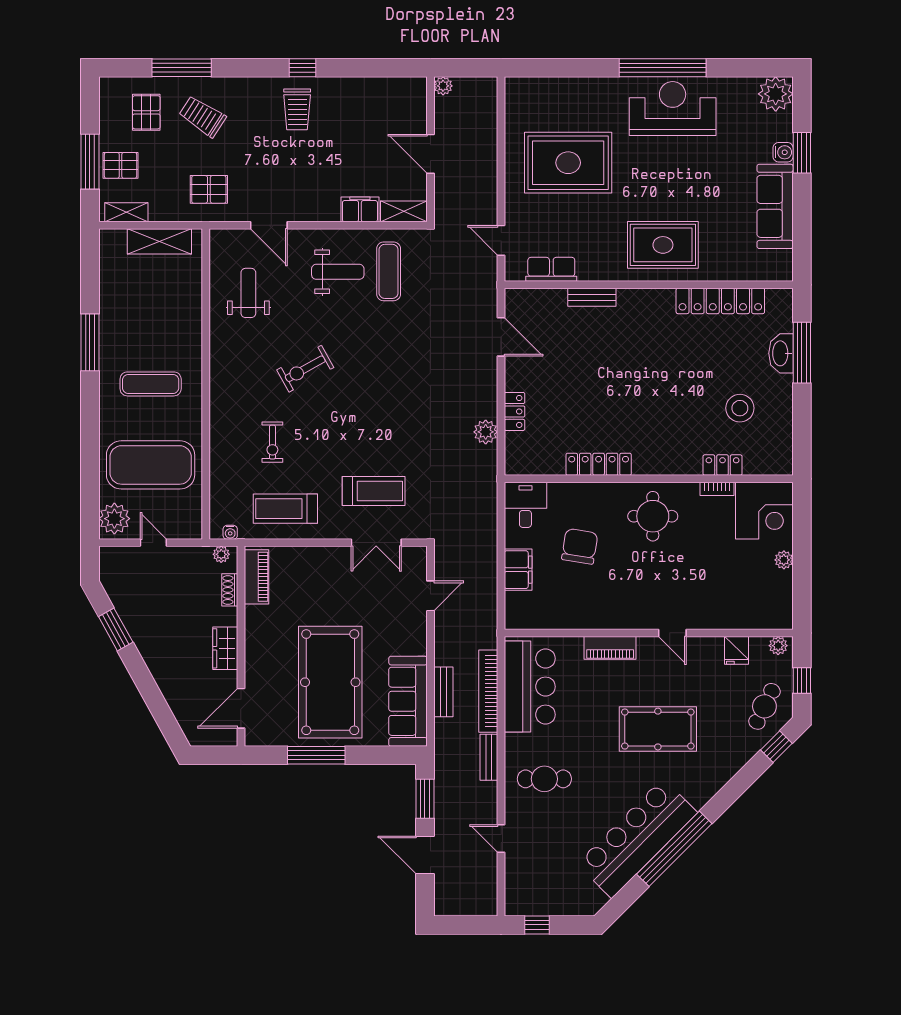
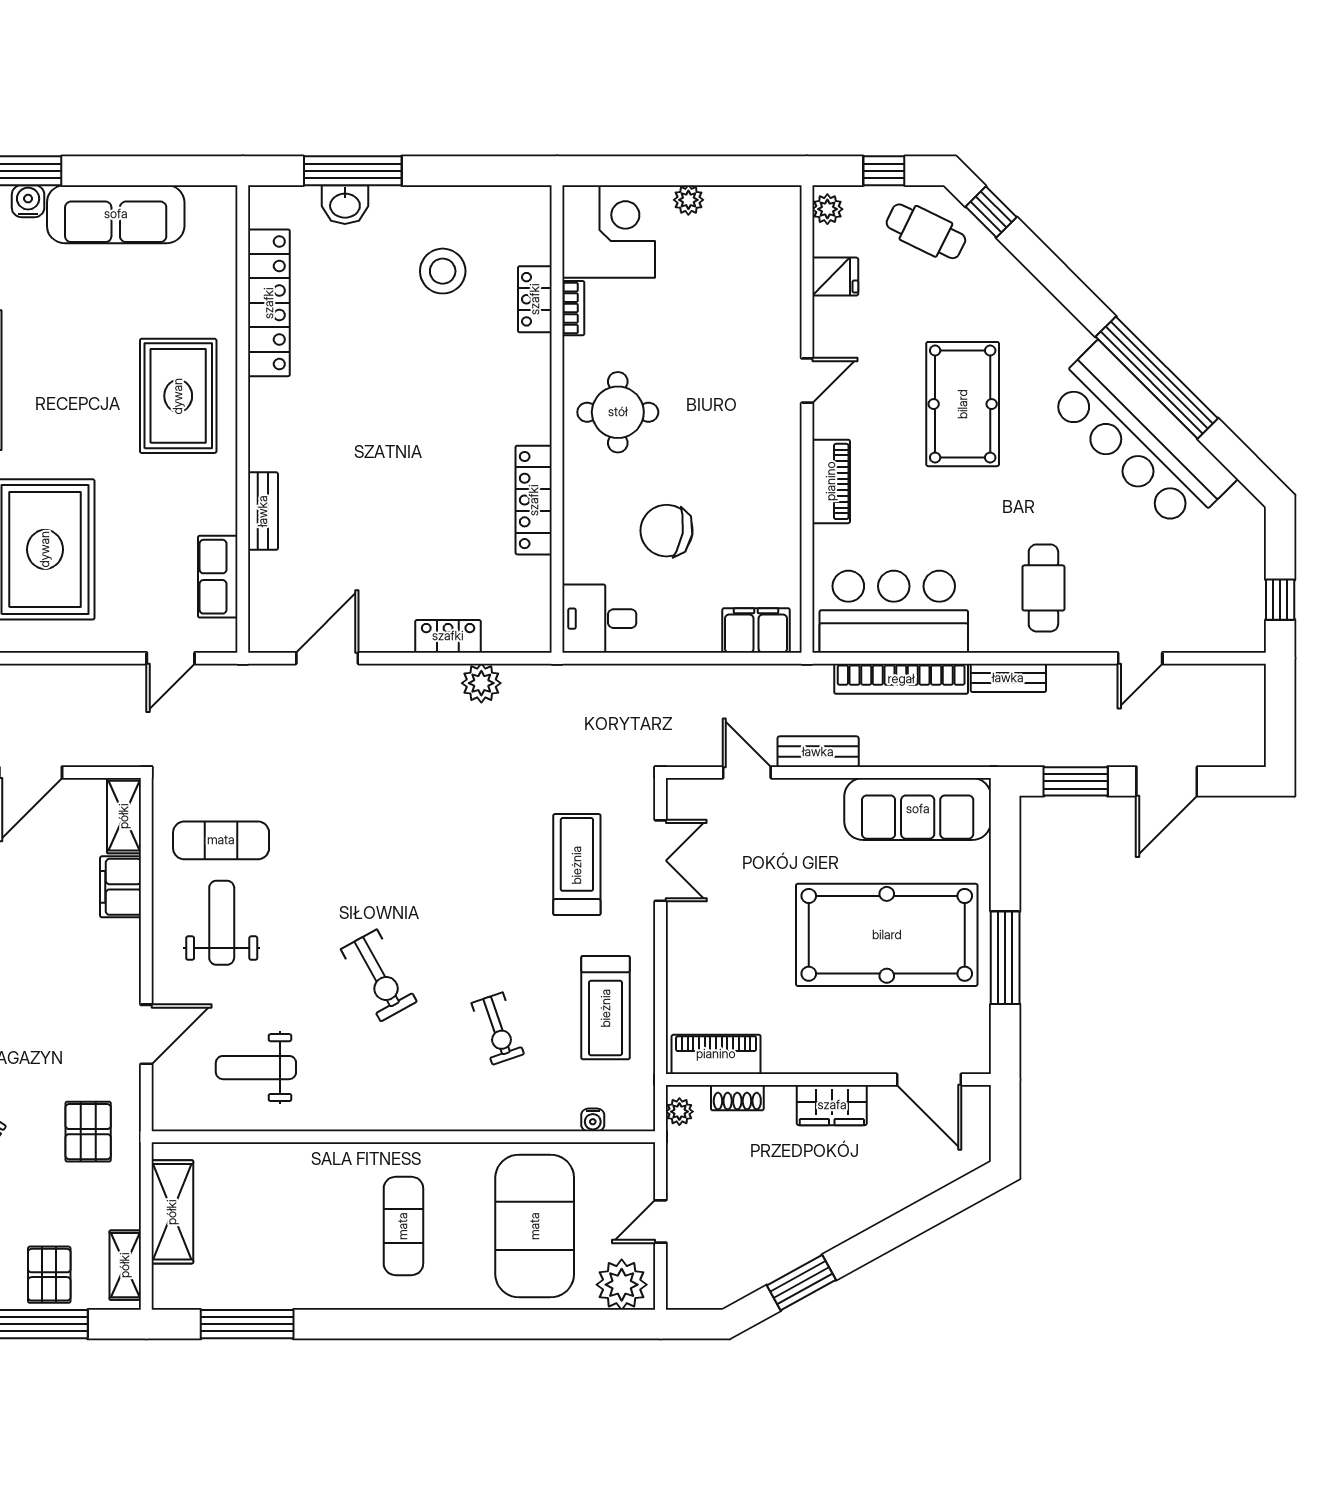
window: (90, 342) -> (247, 1324), moved
washbasin: (781, 353) -> (345, 205), width x0.72
exercise bike: (272, 442) -> (498, 1029), turned 71
water cooler: (230, 532) -> (593, 1120), moved, turned 90
filing cabinet: (518, 570) -> (756, 630), moved
bench: (443, 692) -> (818, 752), moved

